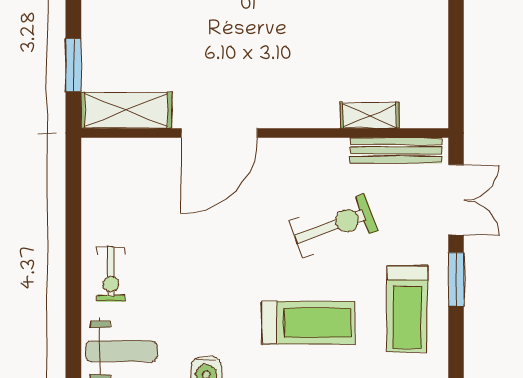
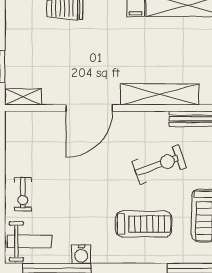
shelving: (126, 110) -> (23, 97), width x0.67, depth x0.75
shelving: (370, 115) -> (160, 94), width x2.20, depth x1.33

